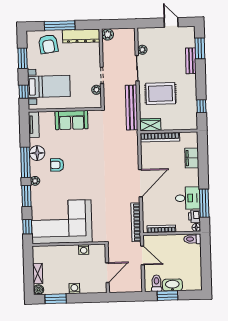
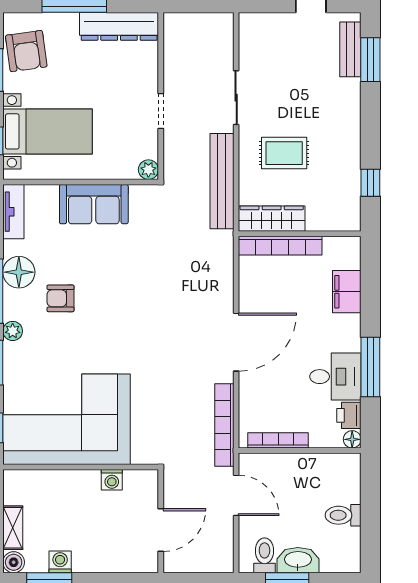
plant: (108, 34) -> (175, 25), removed
armchair: (48, 44) -> (26, 51), moved
plant: (142, 50) -> (248, 59), removed
bench: (191, 61) -> (350, 49), moved
plant: (96, 90) -> (148, 170), moved
rug: (161, 94) -> (284, 153), width x0.73, depth x0.70
wardrobe: (150, 125) -> (272, 219), width x1.50
window: (204, 203) -> (370, 367), moved
toilet: (192, 239) -> (343, 515), moved
washing machine: (74, 289) -> (60, 562), moved

